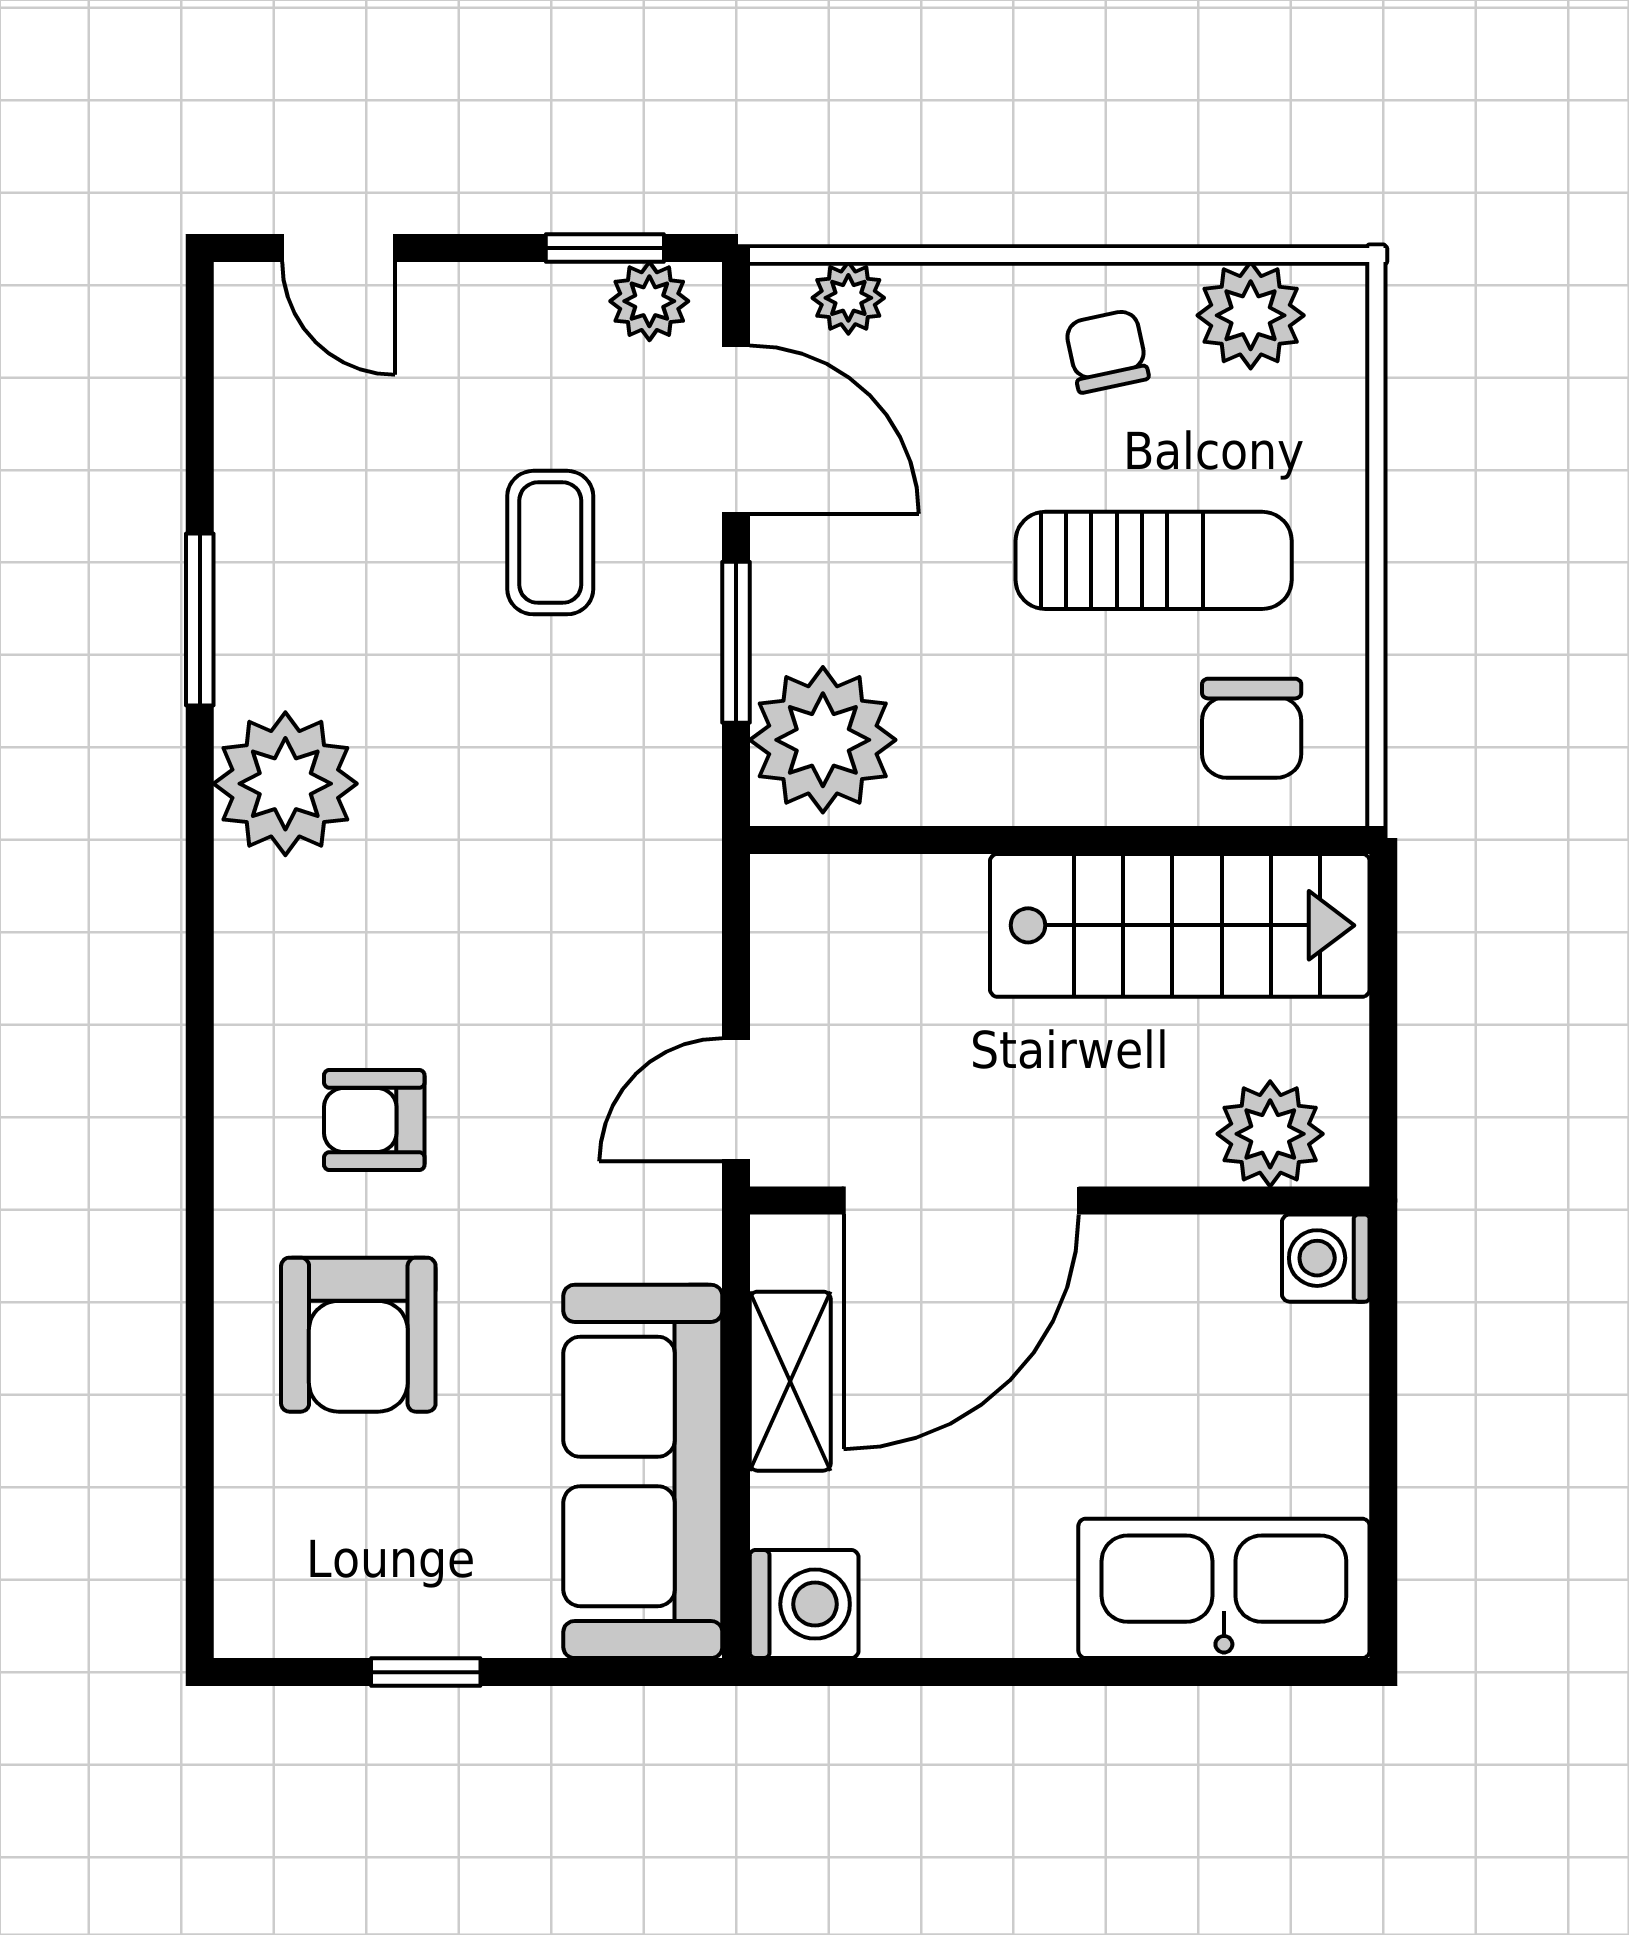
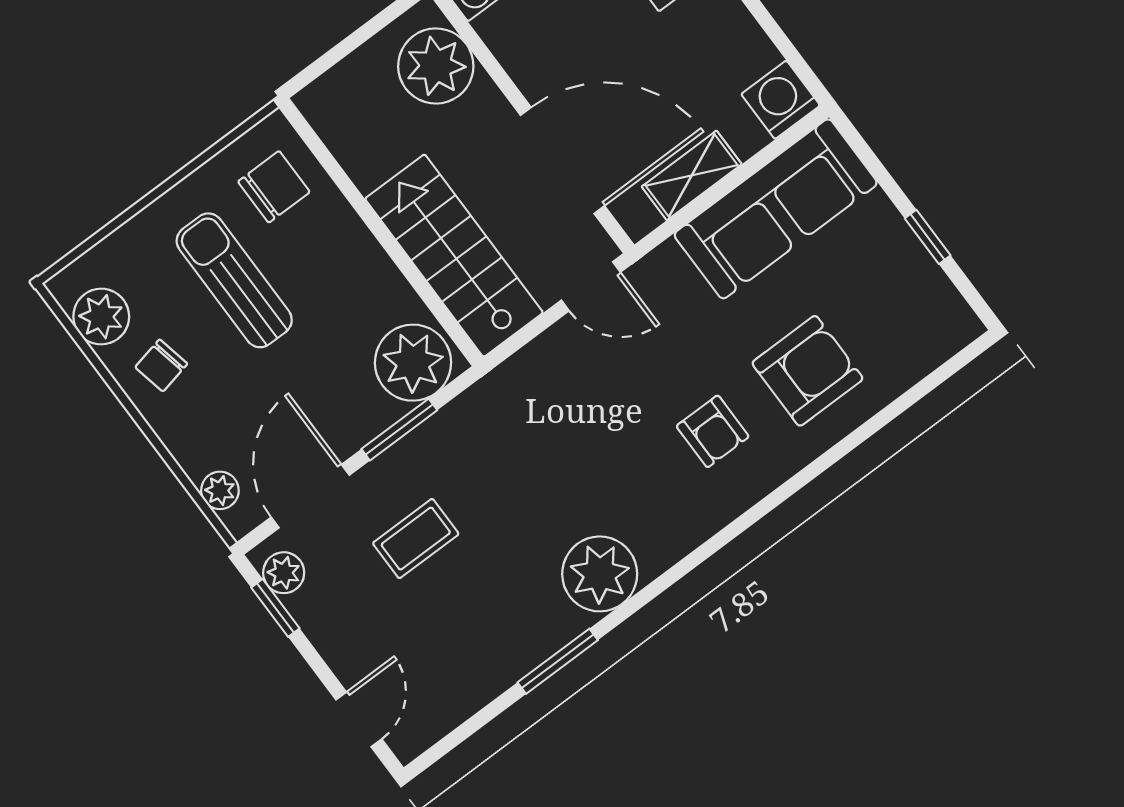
stairs: (1180, 925) -> (454, 256), moved
plant: (1270, 1134) -> (436, 66), width x1.36, depth x1.36

